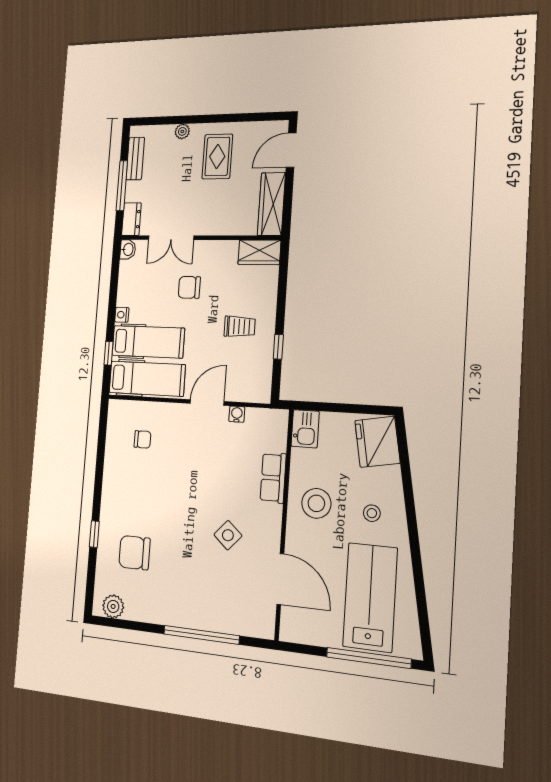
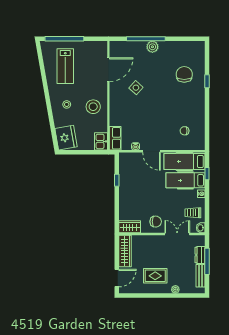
rug: (217, 157) -> (155, 276), turned 90
dresser: (131, 219) -> (200, 255), moved
chair: (189, 287) -> (156, 222), moved
trolley: (240, 327) -> (193, 213), moved
door: (207, 402) -> (151, 151), hinge flipped
row of seats: (273, 478) -> (115, 138), moved
chair: (134, 553) -> (184, 74), turned -90
door: (280, 579) -> (108, 70), swing flipped
lab bench: (370, 597) -> (65, 66), width x0.73, depth x0.72
plant: (113, 606) -> (152, 47), moved

